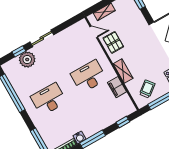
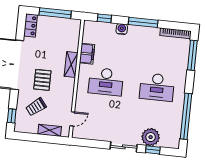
door: (94, 32) -> (72, 119), swing flipped
pallet: (113, 42) -> (42, 80), moved
trolley: (147, 89) -> (36, 107), moved
water cooler: (80, 137) -> (122, 29), moved

